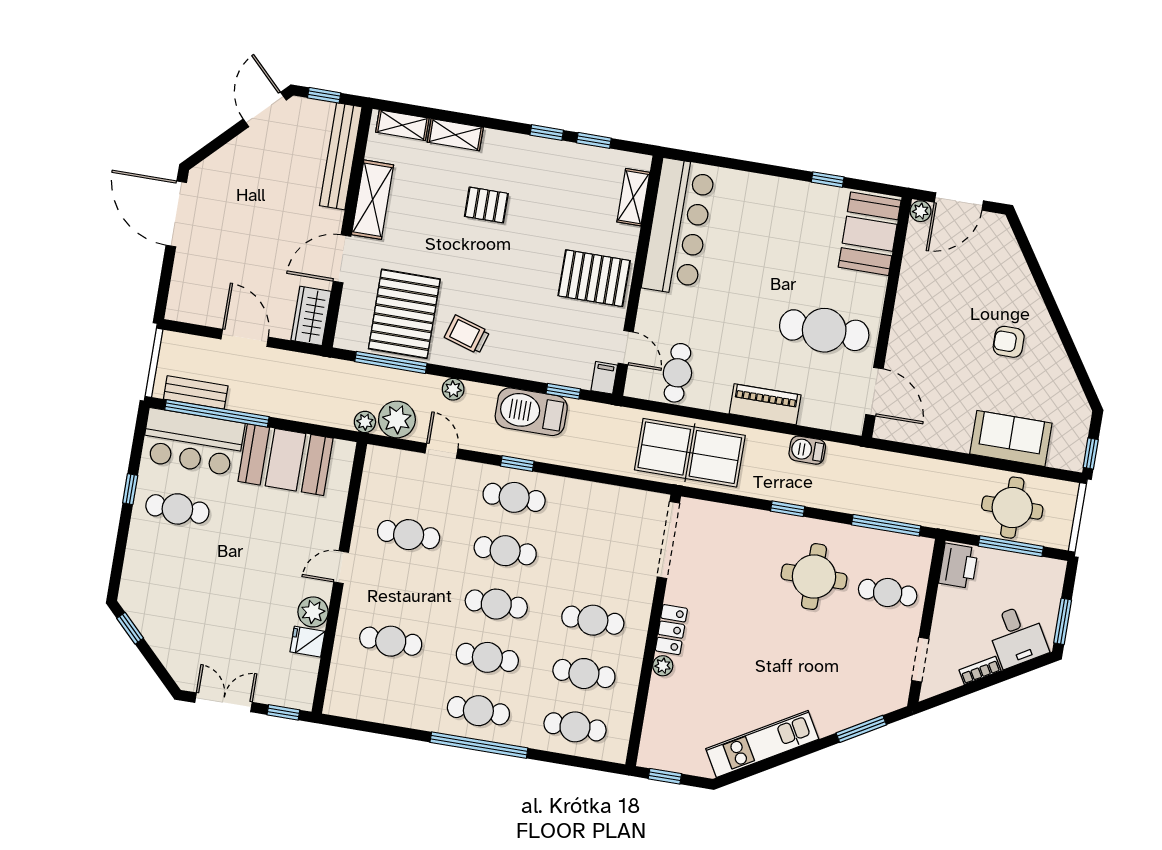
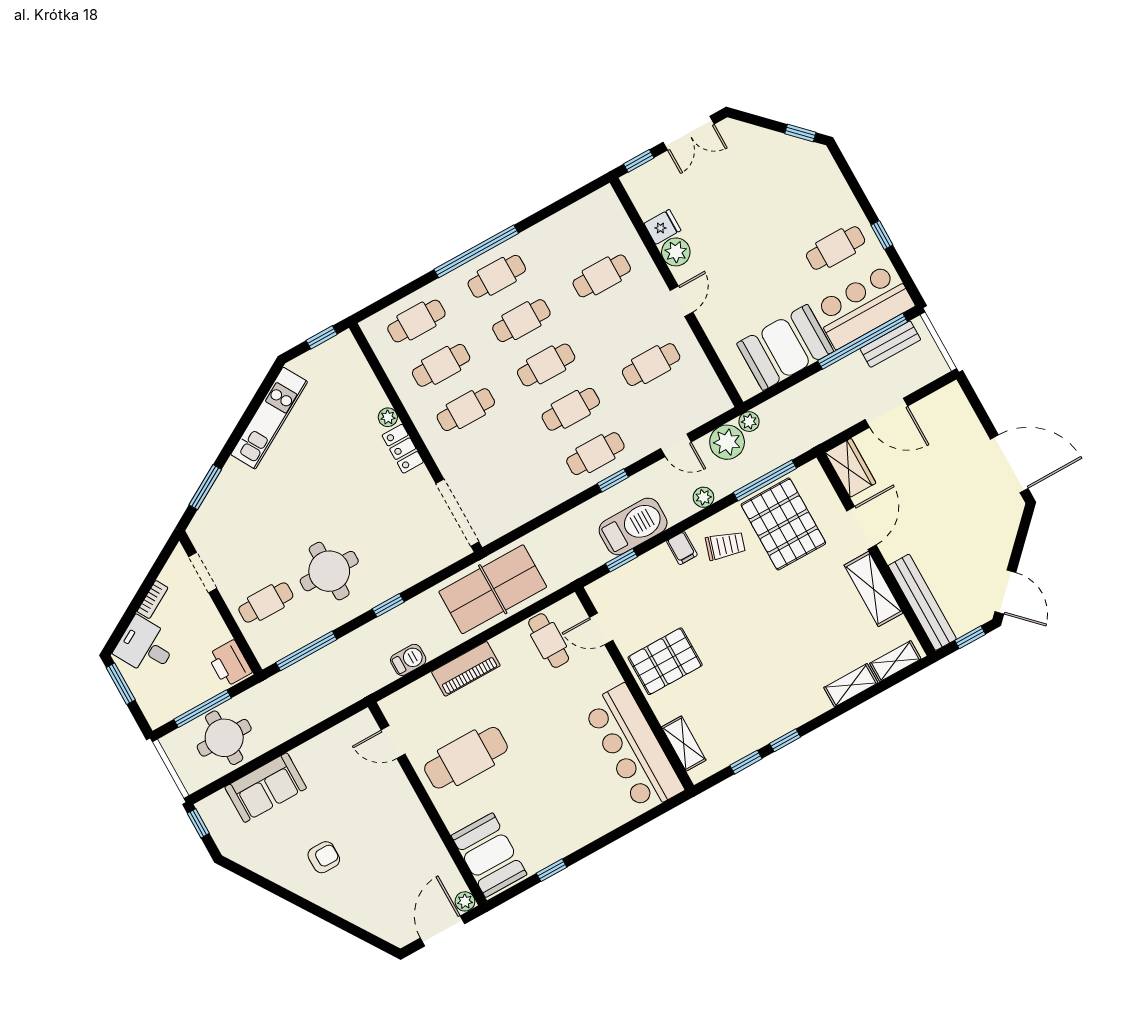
pallet: (486, 205) -> (787, 652), removed
filing cabinet: (604, 378) -> (682, 548), moved
door: (874, 392) -> (393, 742), width x0.73

